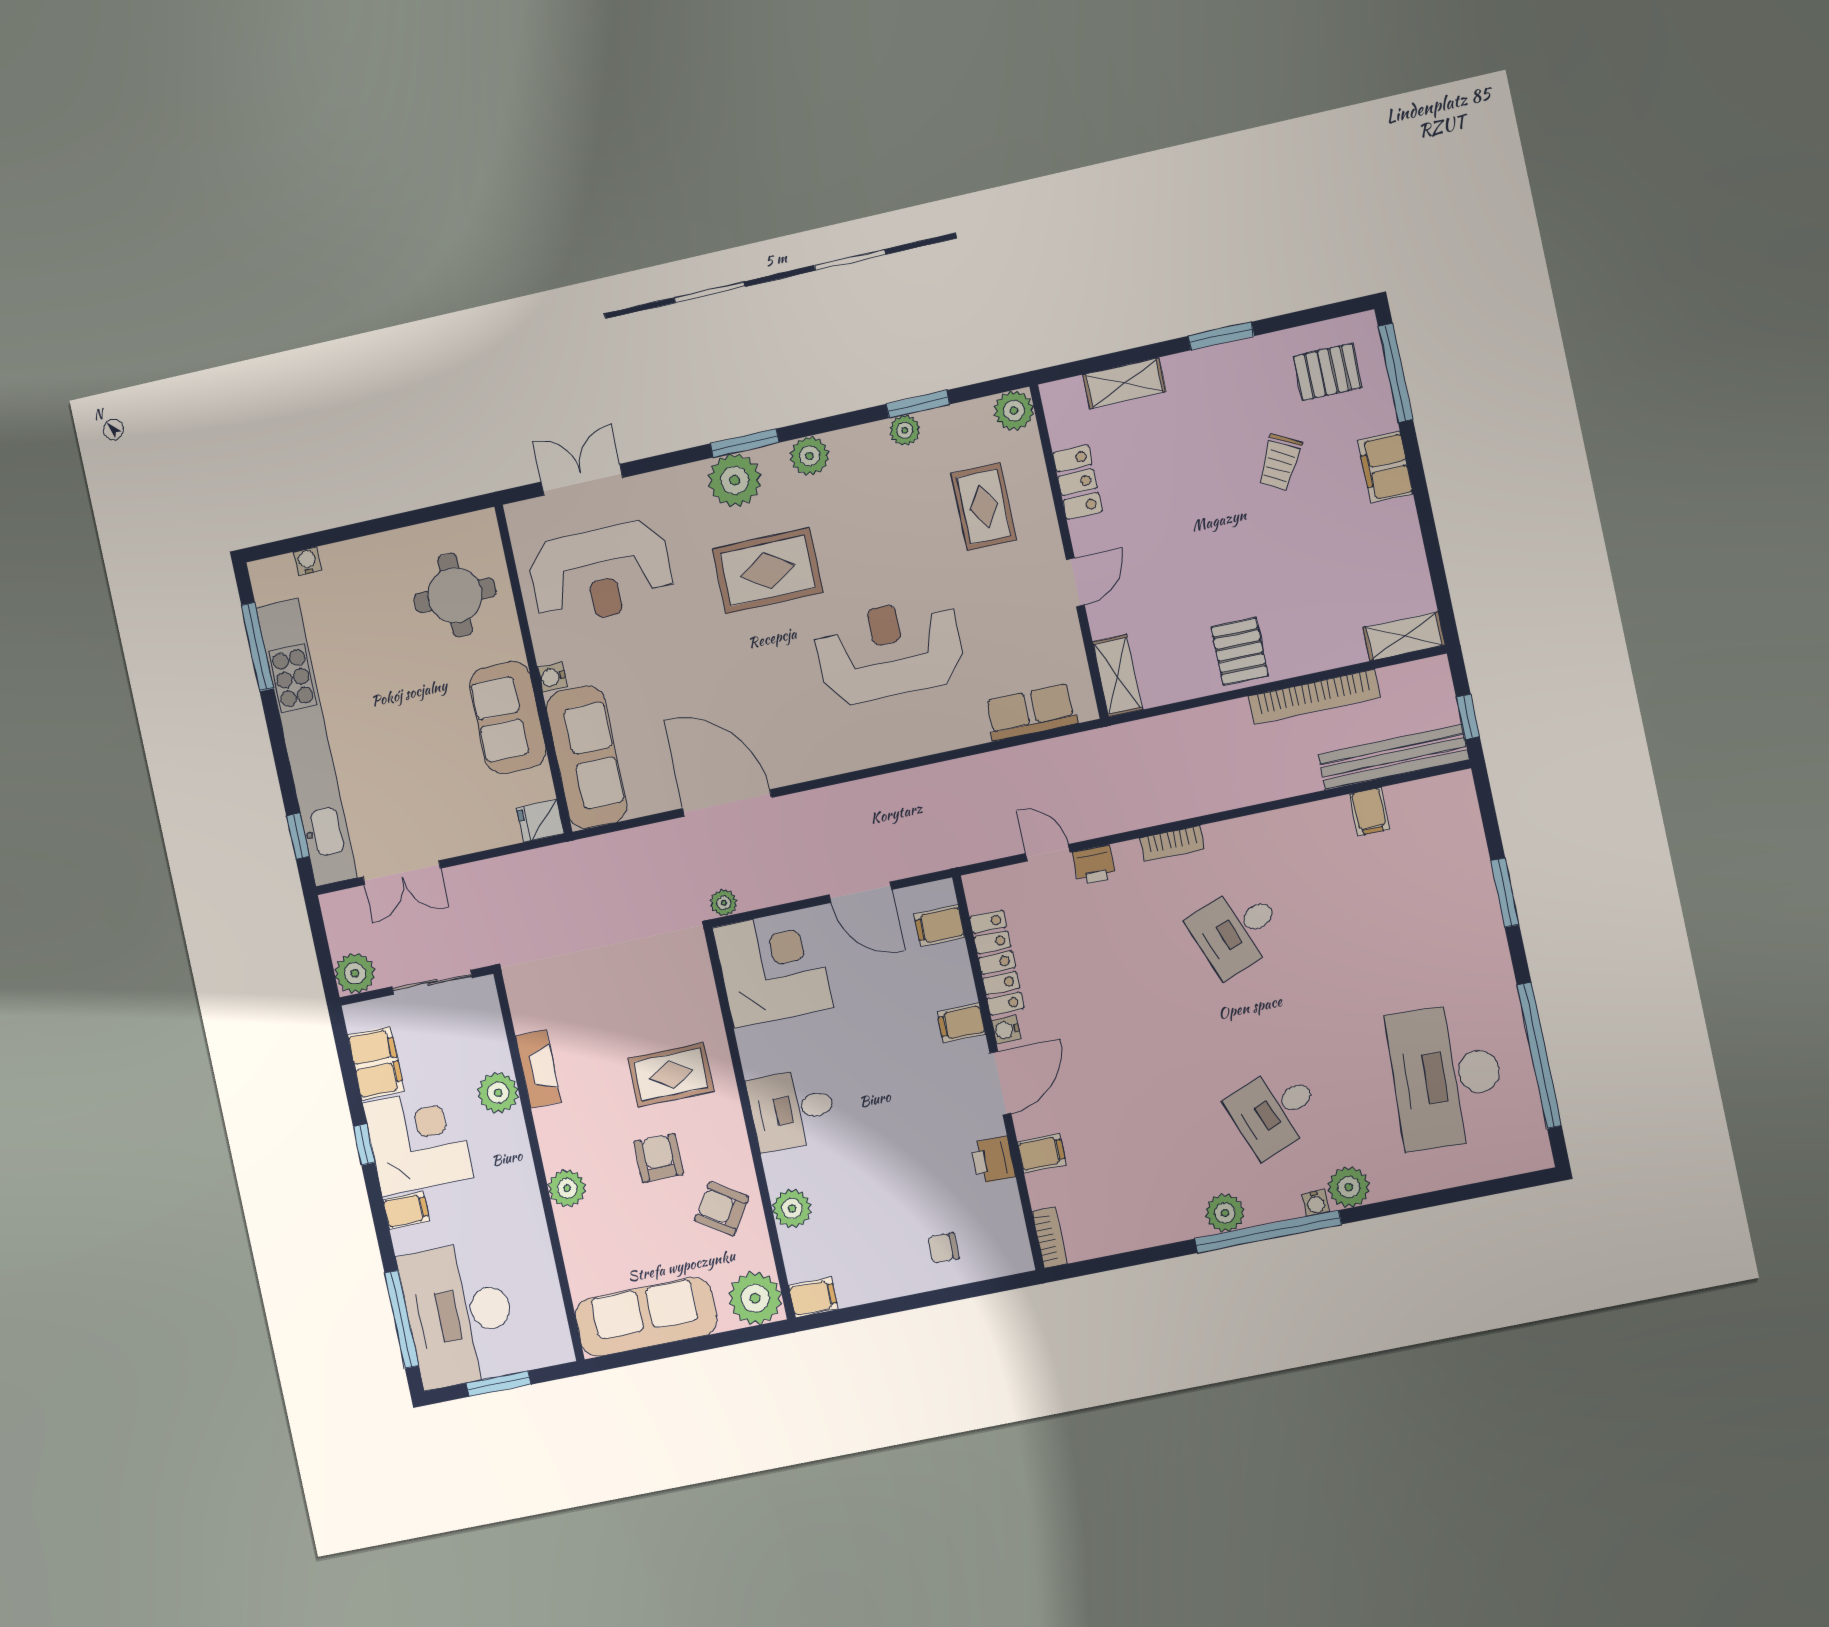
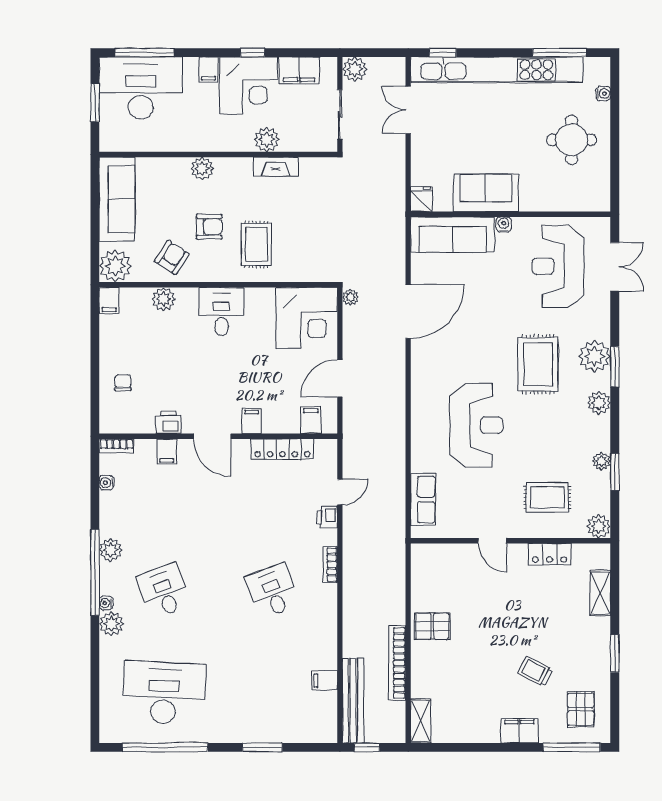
round table: (455, 595) -> (572, 140), moved
shelving: (1117, 676) -> (433, 554), removed
water cooler: (1006, 1030) -> (107, 483), moved, turned -90

